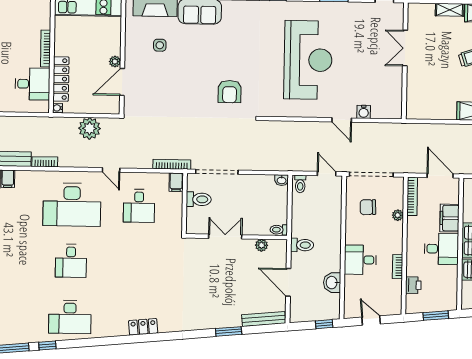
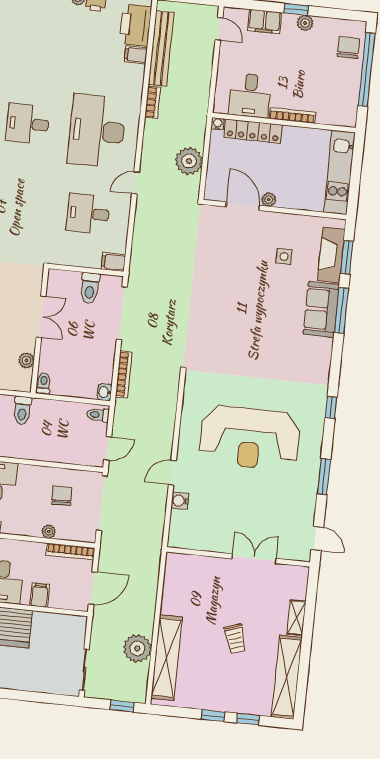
armchair: (230, 92) -> (219, 338), removed
bookcase: (172, 164) -> (124, 374), moved
filing cabinet: (449, 218) -> (40, 595), width x0.50

